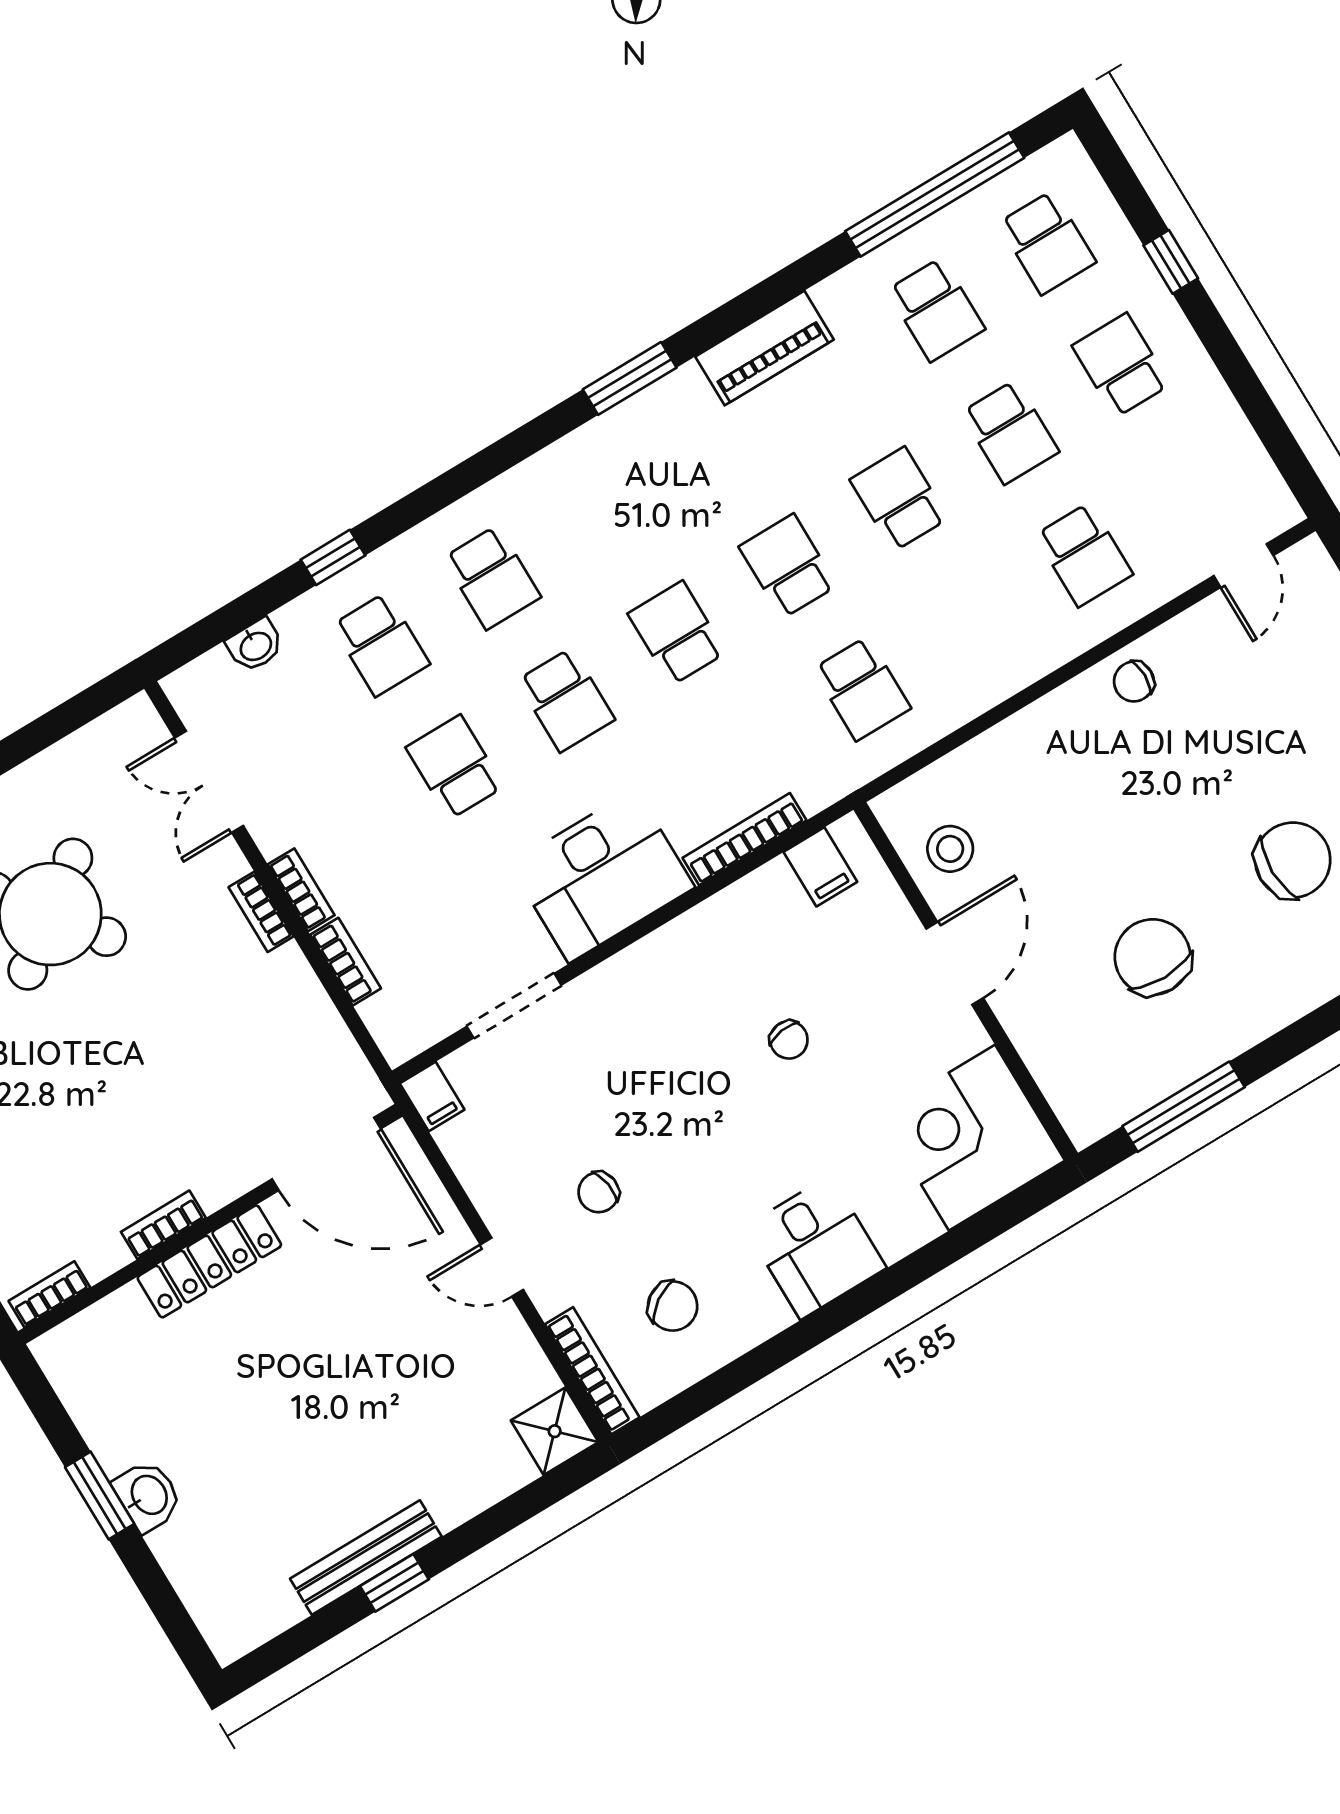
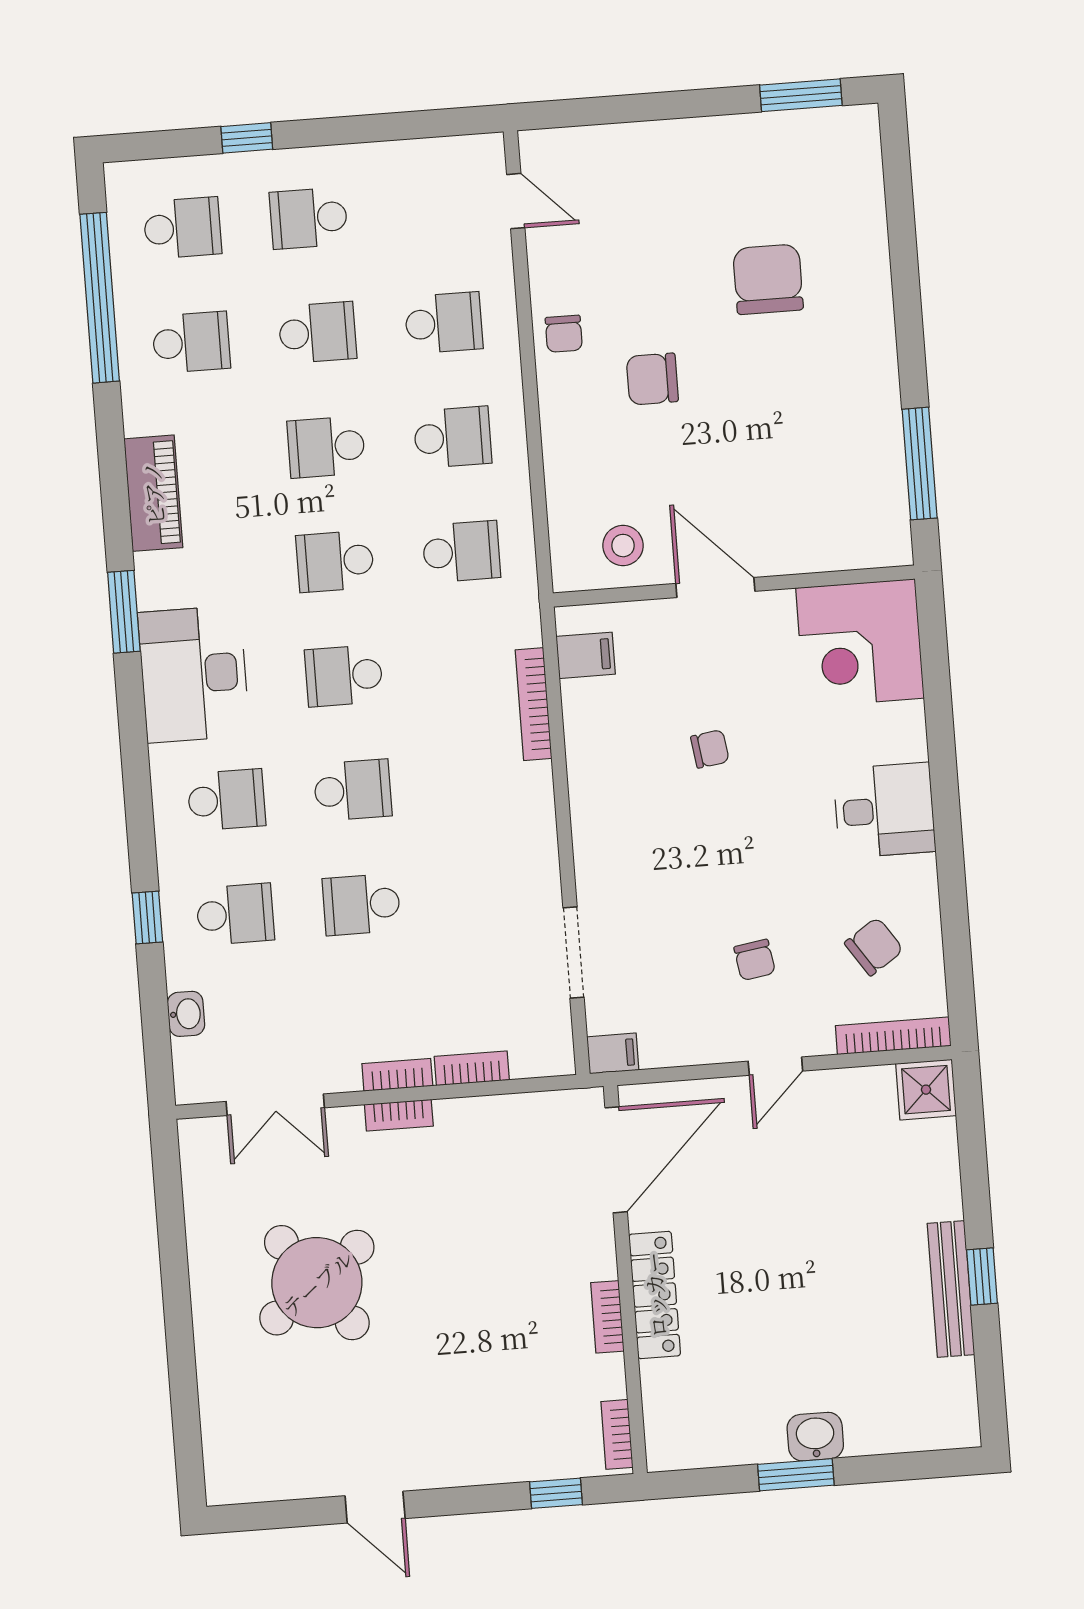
school desk: (973, 622) -> (452, 437), added
desk: (602, 876) -> (194, 674), moved, turned 180
chair: (1153, 957) -> (652, 379), moved, width x0.73, depth x0.73

